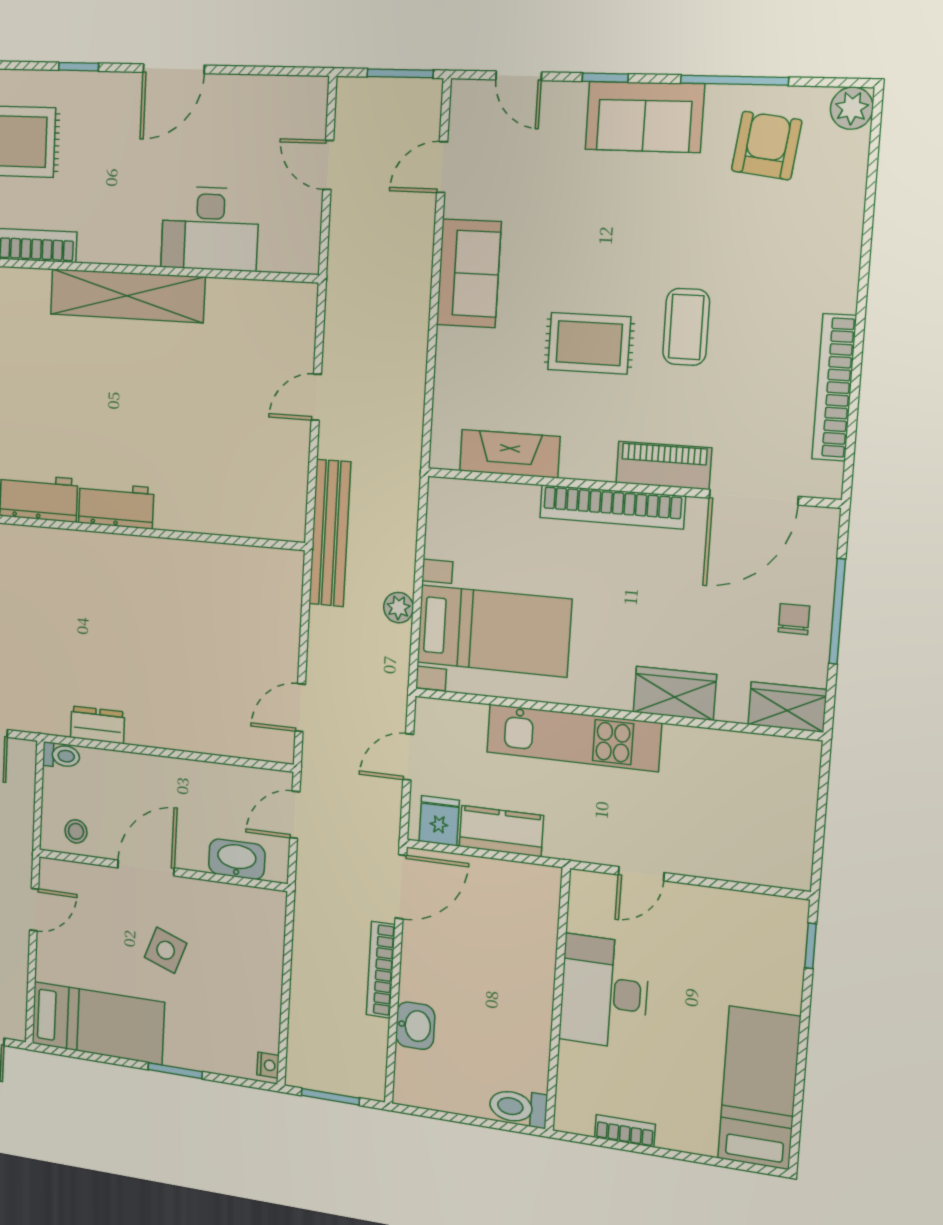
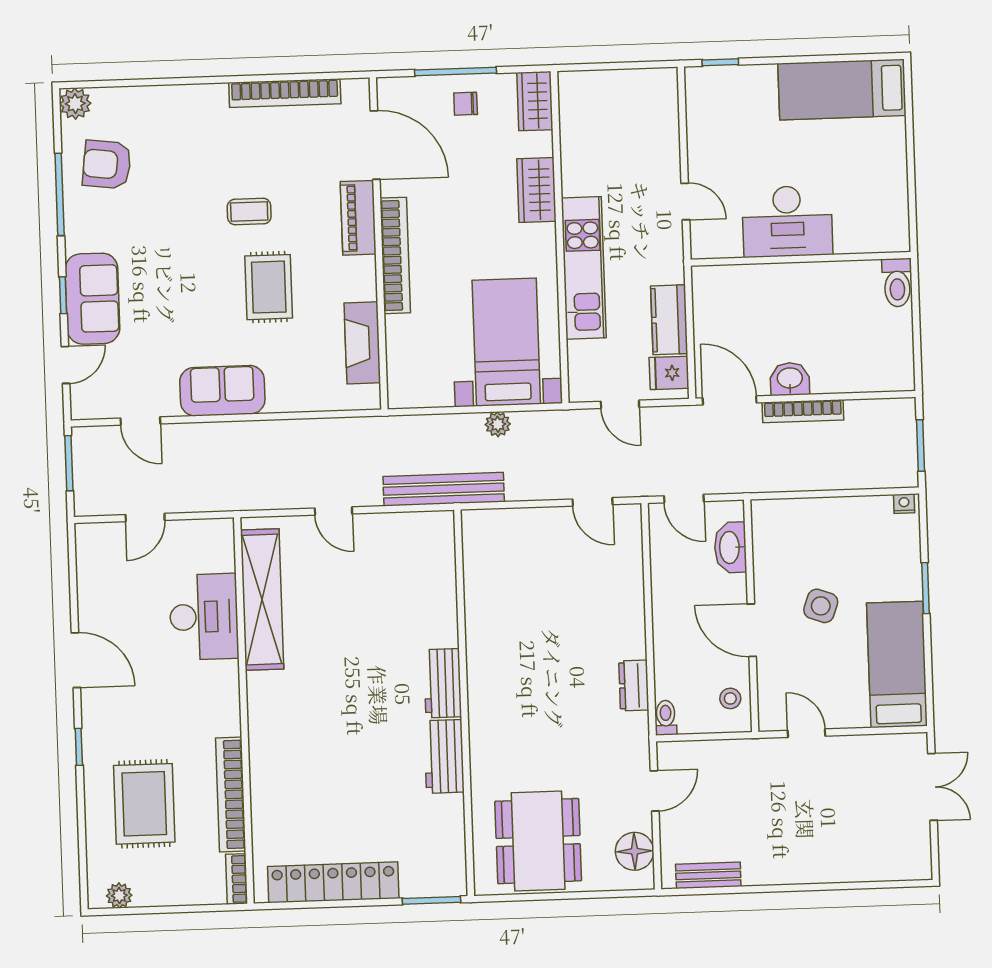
sofa: (644, 117) -> (92, 299), moved
shelving: (127, 296) -> (262, 600), moved
coffee table: (686, 327) -> (249, 212), width x0.73, depth x0.77
washbasin: (415, 1026) -> (790, 379), moved
bookcase: (625, 1131) -> (899, 193), removed

